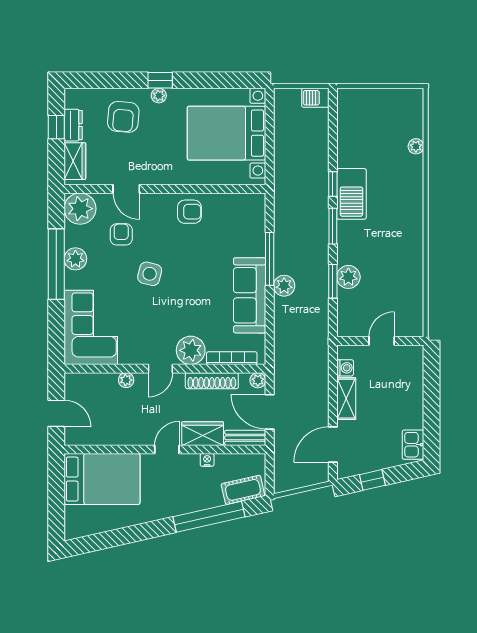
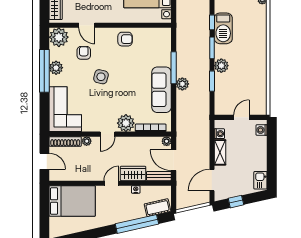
plant: (348, 277) -> (221, 66), moved
washing machine: (415, 362) -> (262, 130), added
shoe rack: (212, 381) -> (65, 141), moved

